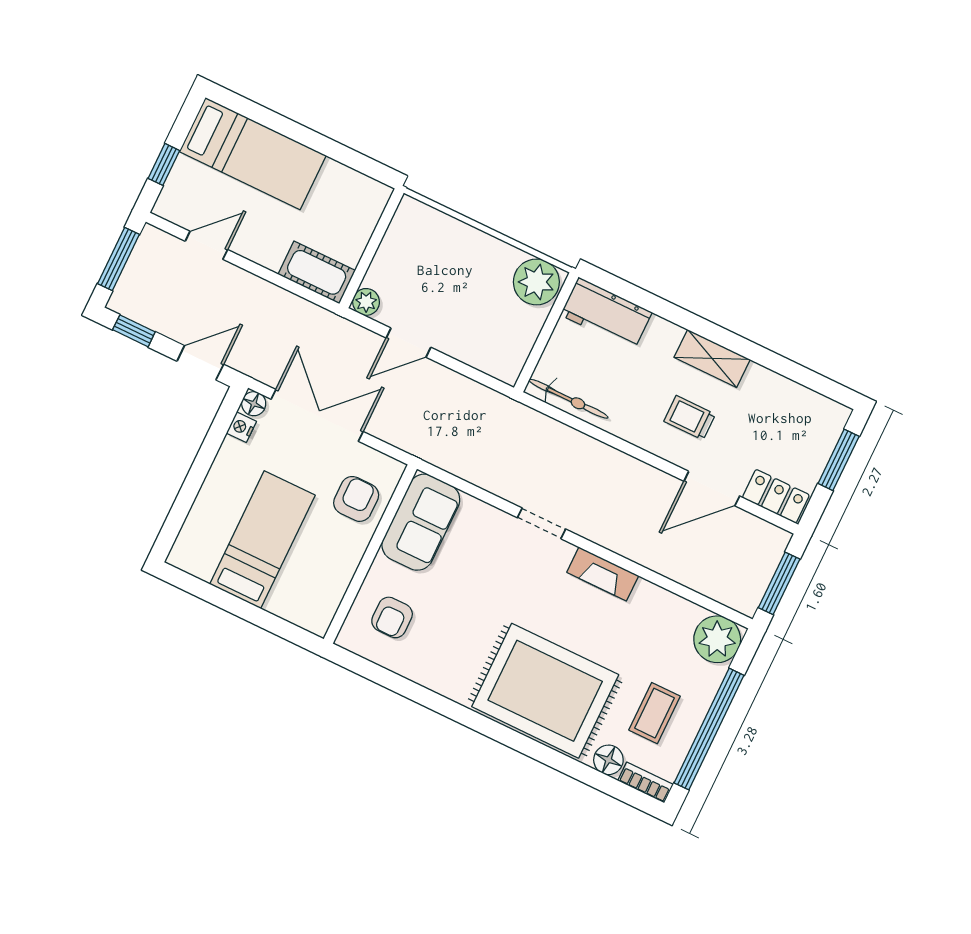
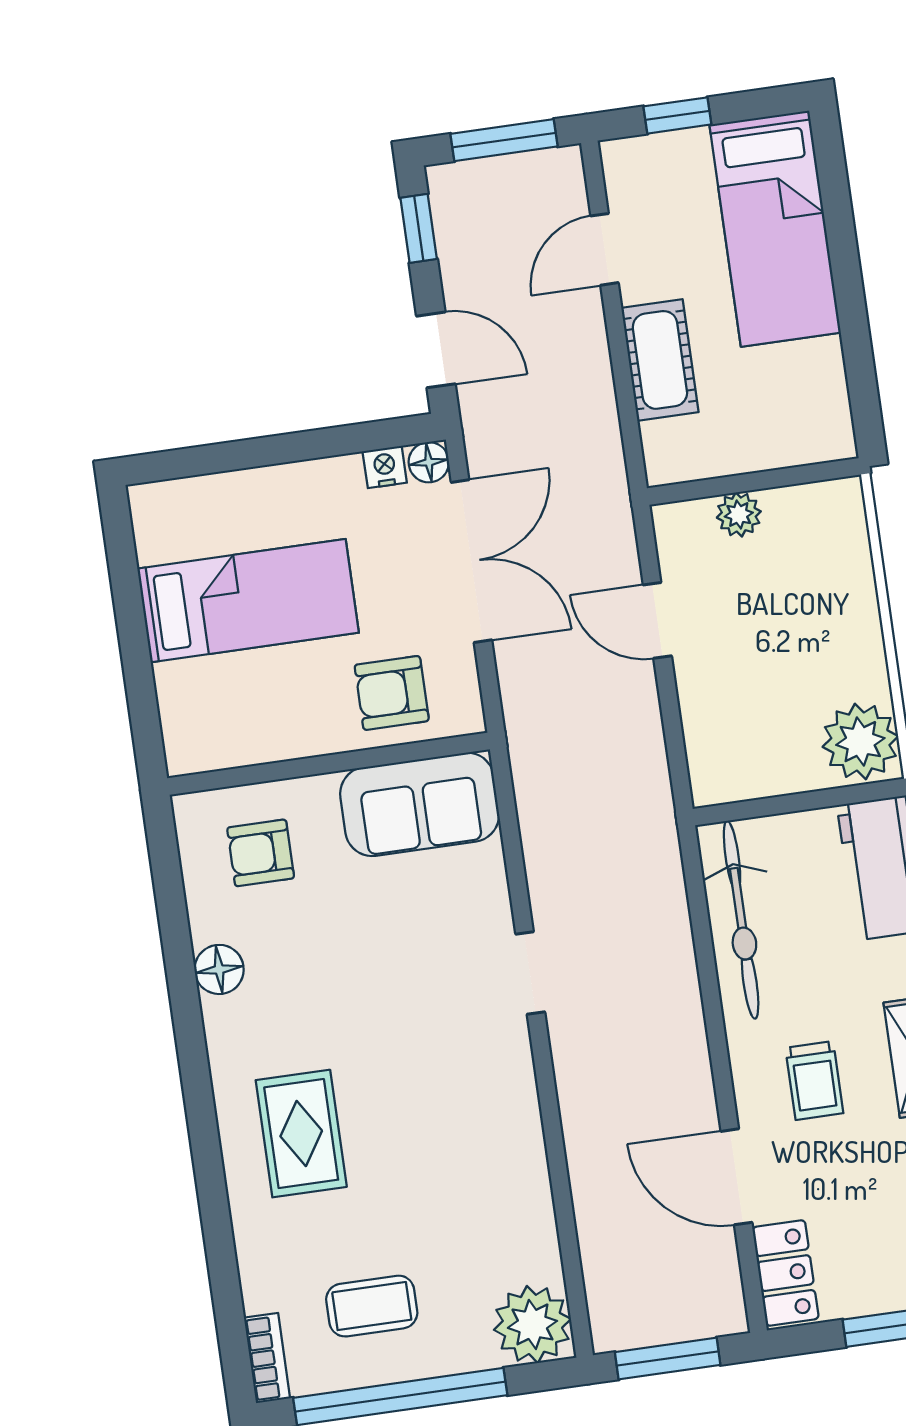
door: (206, 245) -> (605, 249), swing flipped
cot: (317, 272) -> (660, 360), moved
plant: (366, 302) -> (739, 515), moved
bicycle: (568, 399) -> (741, 920), width x1.37, depth x1.40
trolley: (690, 418) -> (814, 1080), turned 180
armchair: (356, 499) -> (392, 693), turned 180
fireplace: (603, 574) -> (517, 1105), removed
rug: (545, 691) -> (301, 1134), width x0.54, depth x0.49
floor lamp: (608, 760) -> (219, 969), moved

